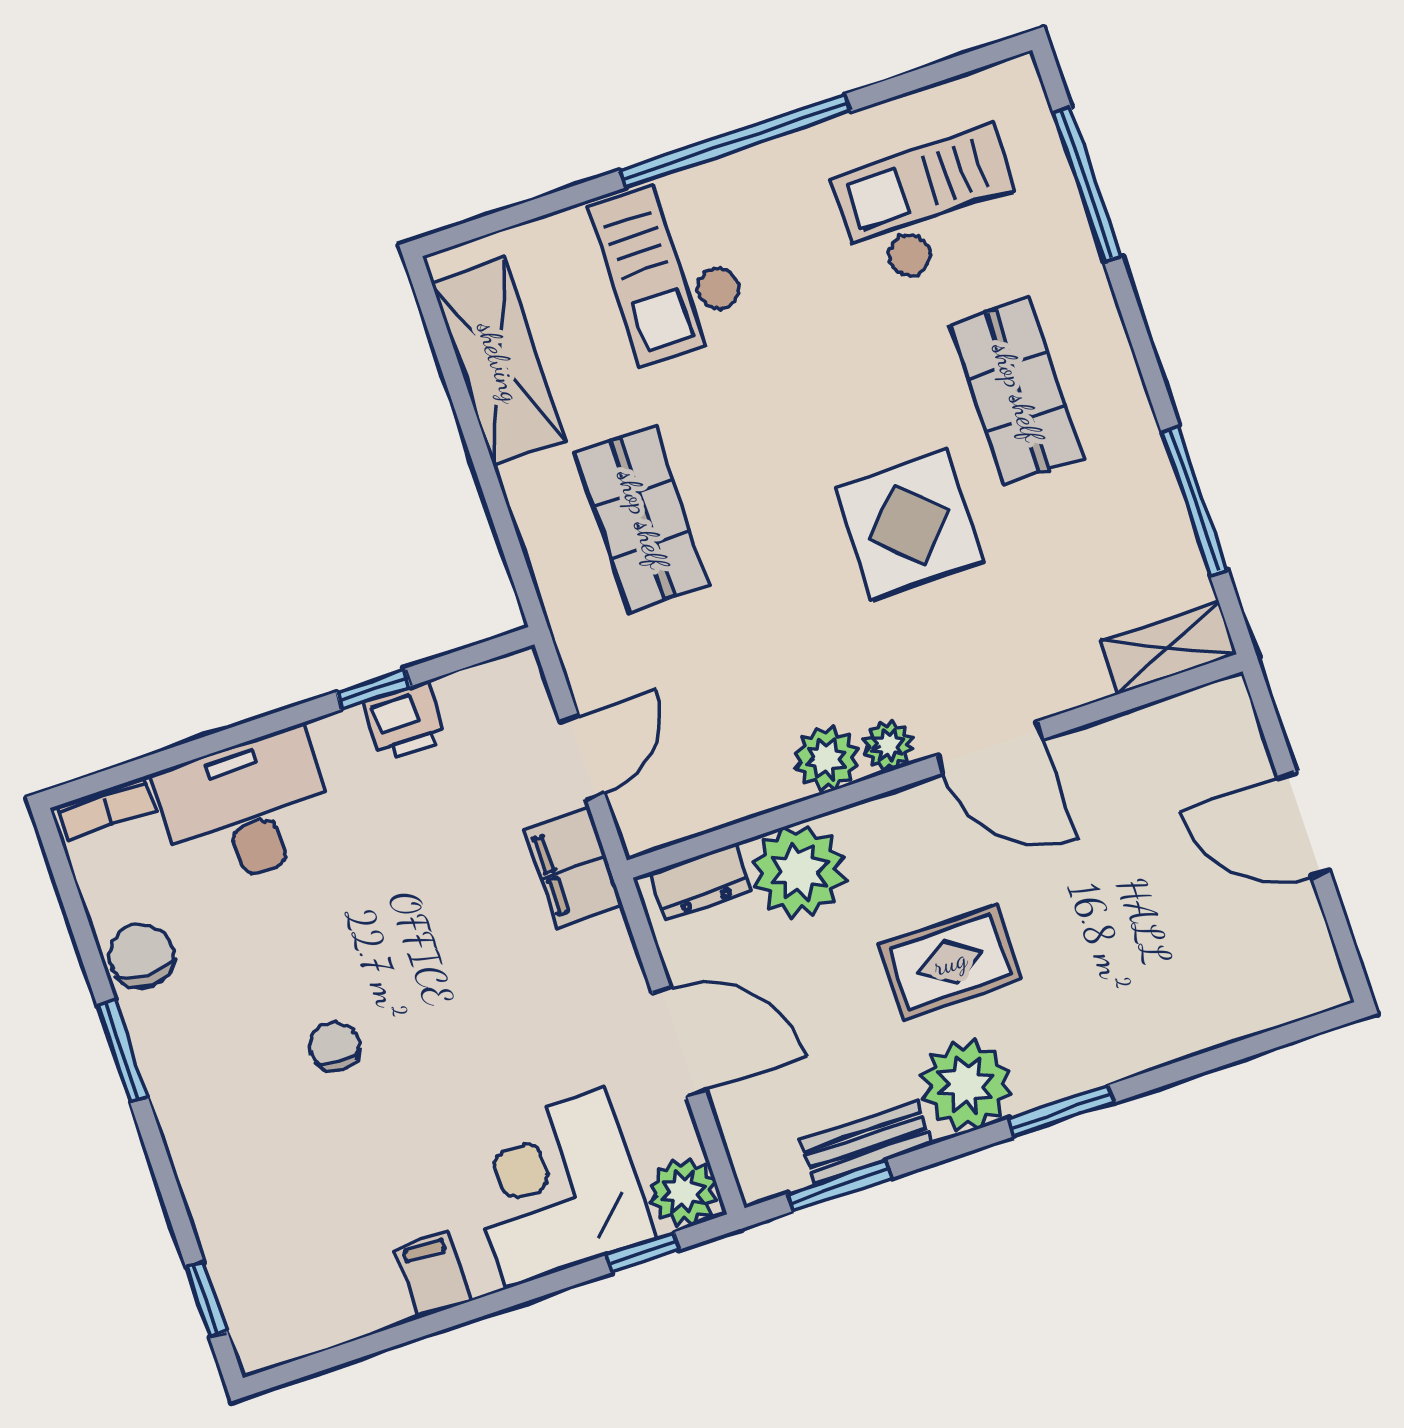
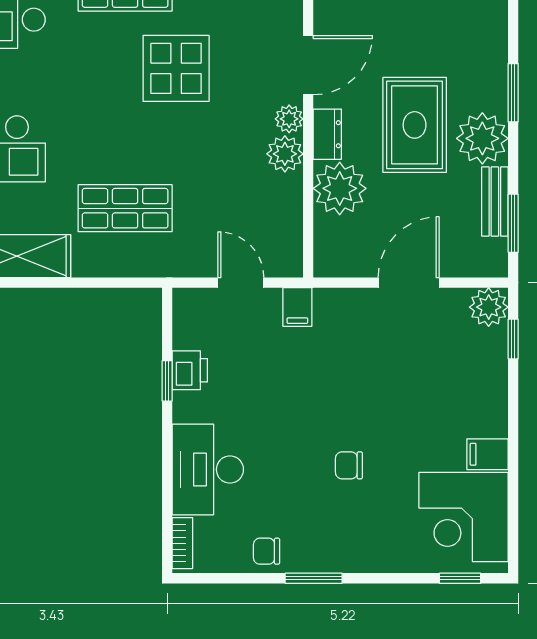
filing cabinet: (574, 868) -> (297, 307), width x0.50
dresser: (700, 882) -> (327, 134), moved
chair: (142, 956) -> (267, 551), width x0.73, depth x0.73
rug: (950, 962) -> (415, 125), width x1.36, depth x1.43
corner desk: (556, 1188) -> (463, 517), moved

